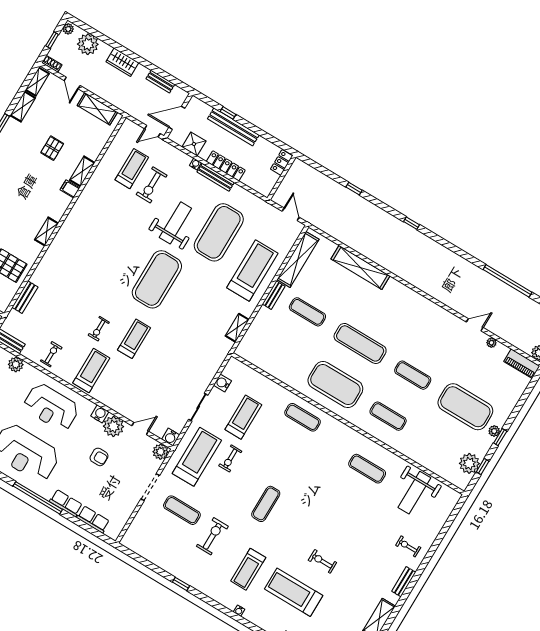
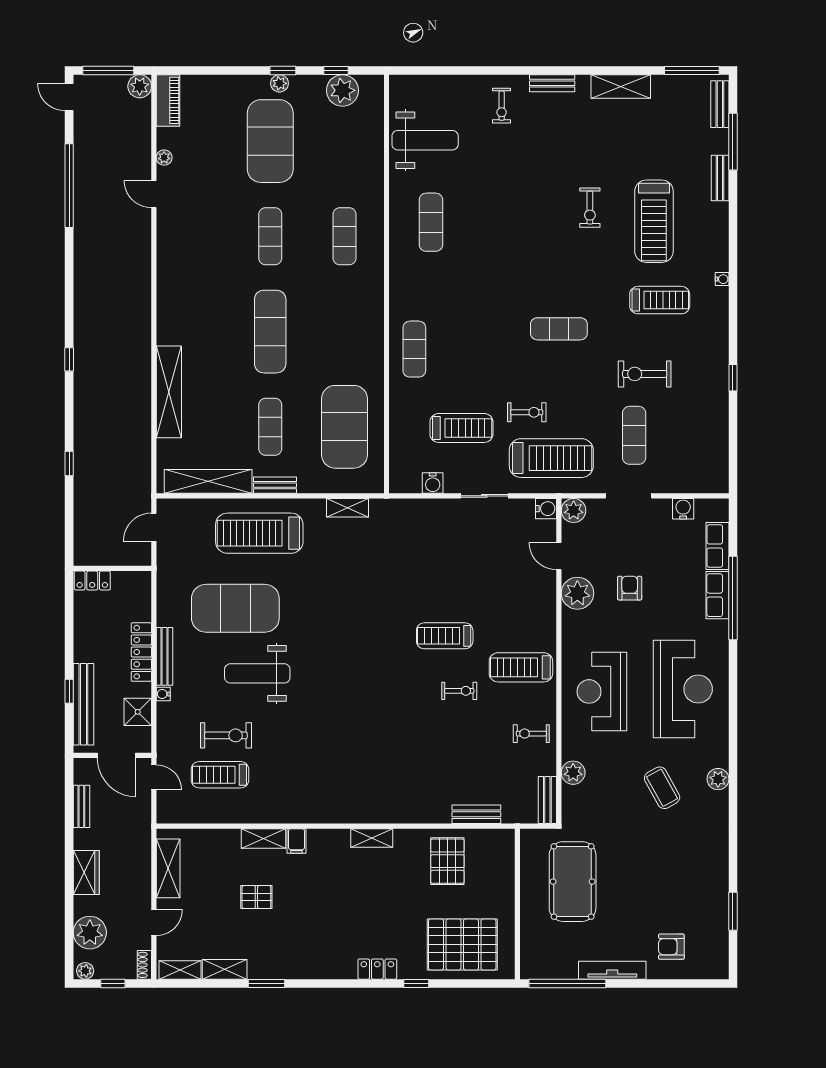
bench: (233, 127) -> (83, 704), moved
exercise mat: (157, 279) -> (347, 653), removed
exercise mat: (335, 385) -> (344, 427), moved
reception desk: (51, 407) -> (602, 691), turned 180
water cooler: (100, 414) -> (683, 509), moved, turned 90
treadmill: (243, 417) -> (461, 428), turned 180
treadmill: (197, 457) -> (551, 458), turned 180
window: (38, 498) -> (733, 598), moved

